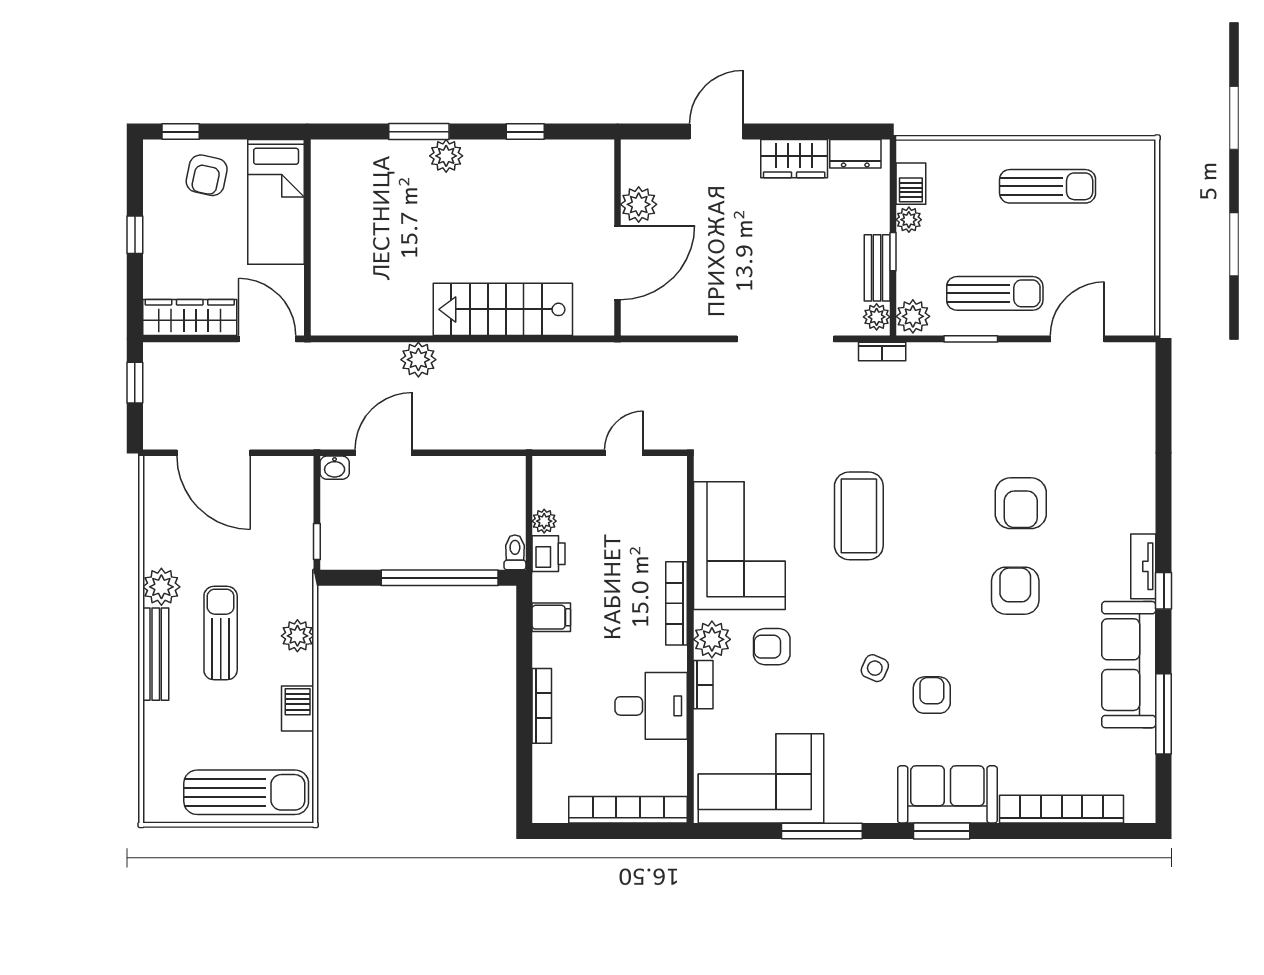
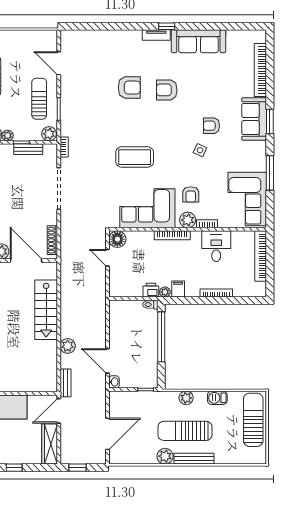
plant: (877, 317) -> (49, 149), removed
shoe rack: (665, 324) -> (52, 240), added
bench: (333, 354) -> (65, 383), added
floor lamp: (667, 476) -> (117, 239), added
plant: (544, 521) -> (165, 292), moved
sun lounger: (221, 633) -> (185, 431), width x1.36, depth x1.34
window: (1164, 714) -> (220, 26), removed

